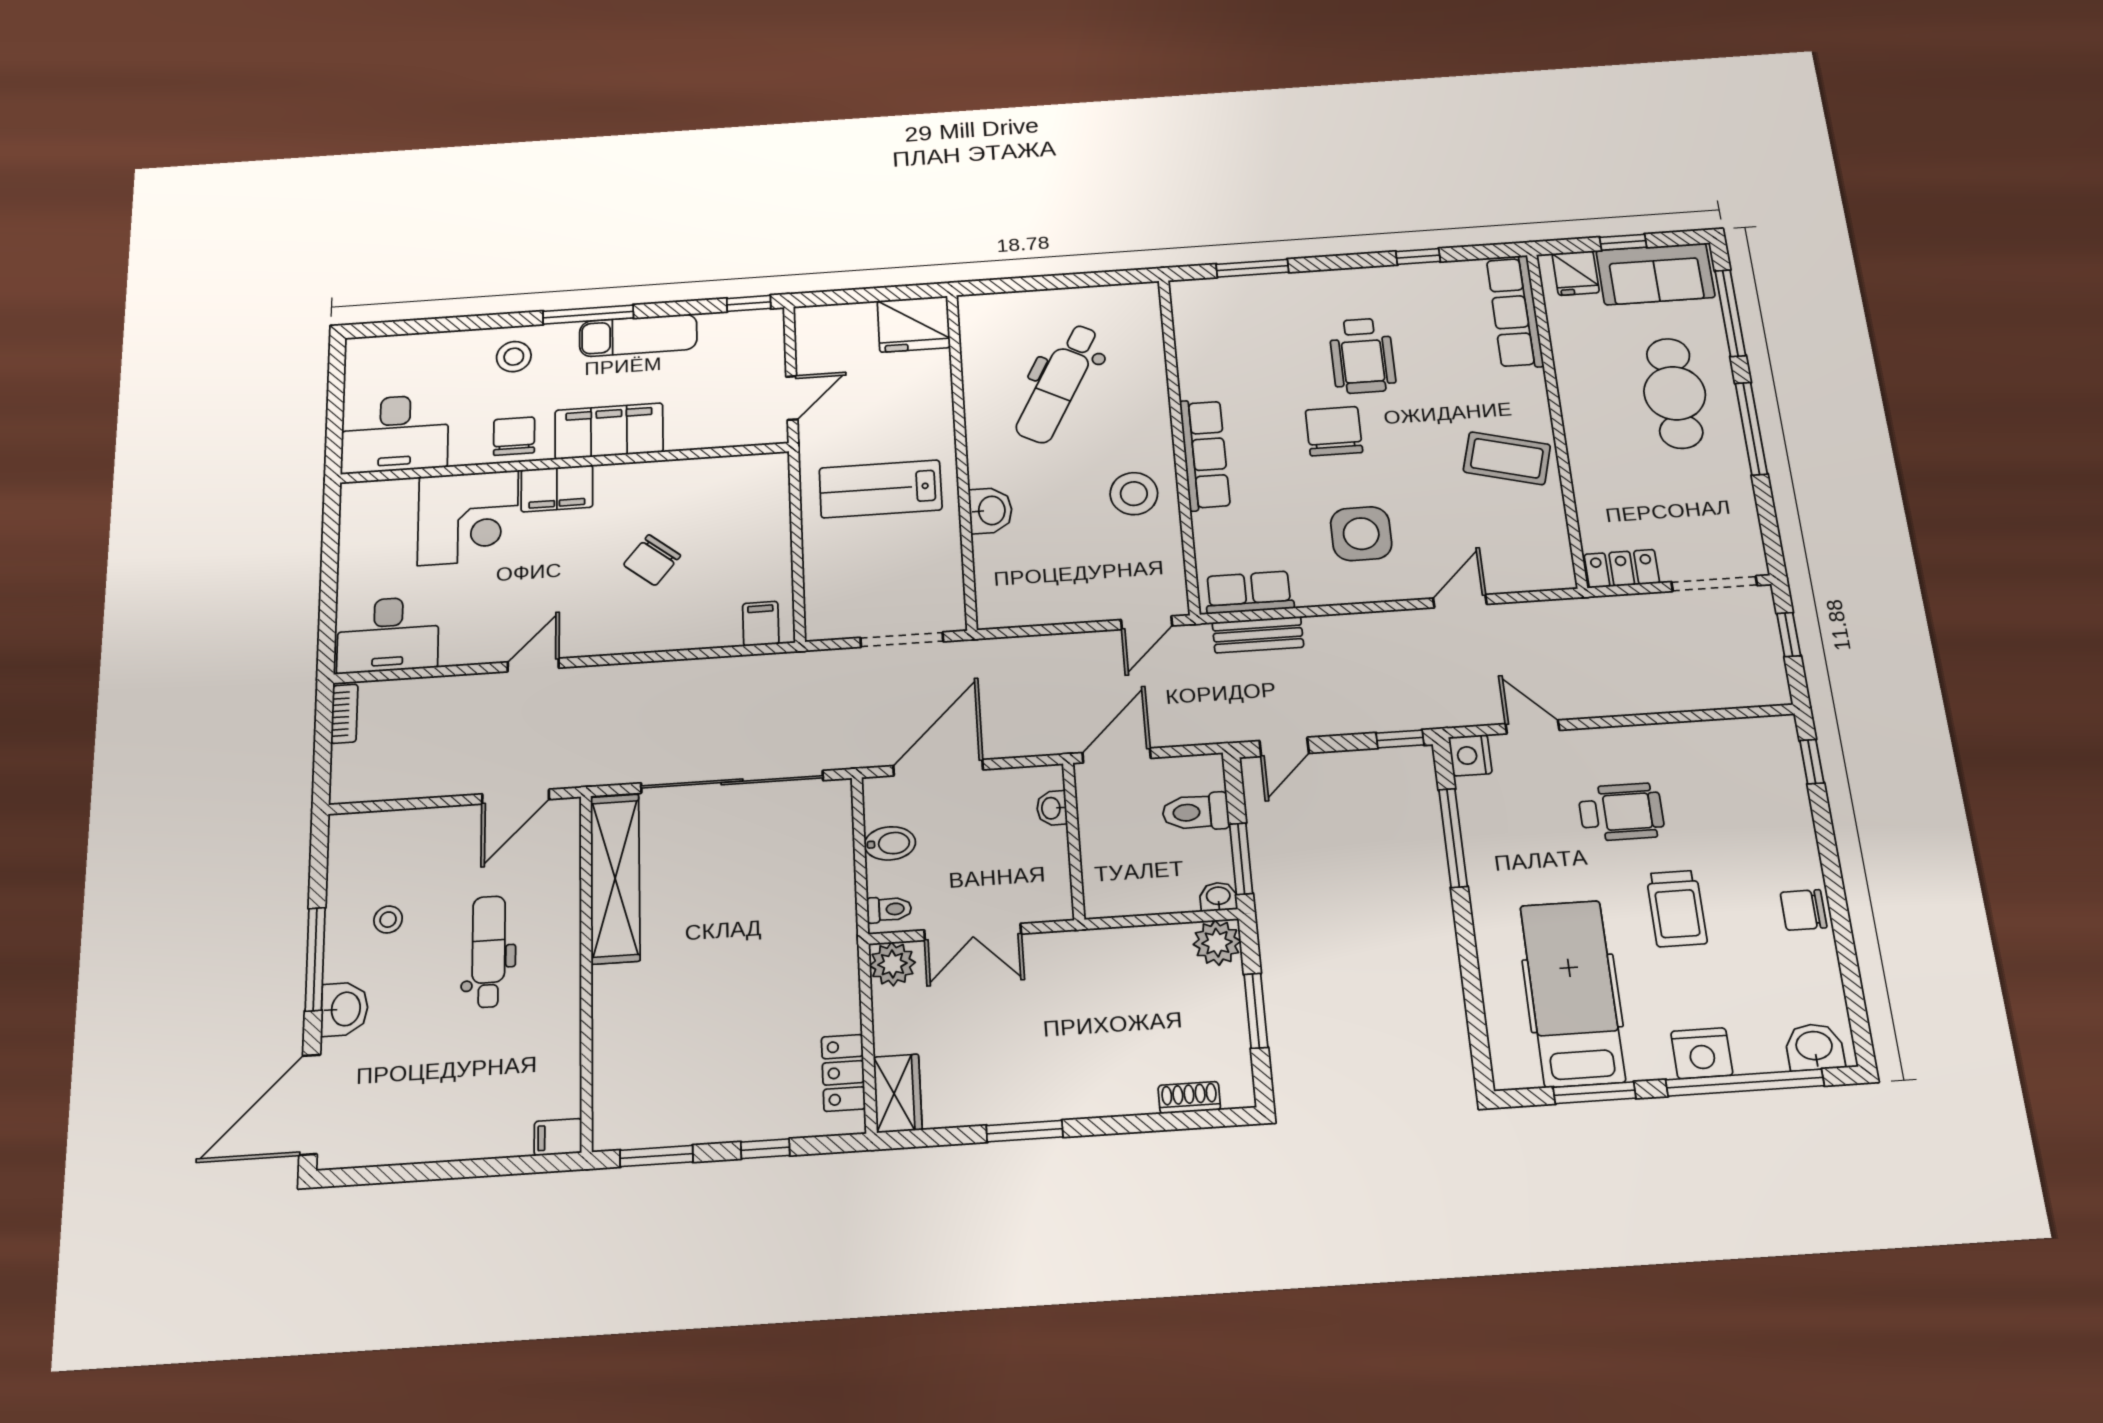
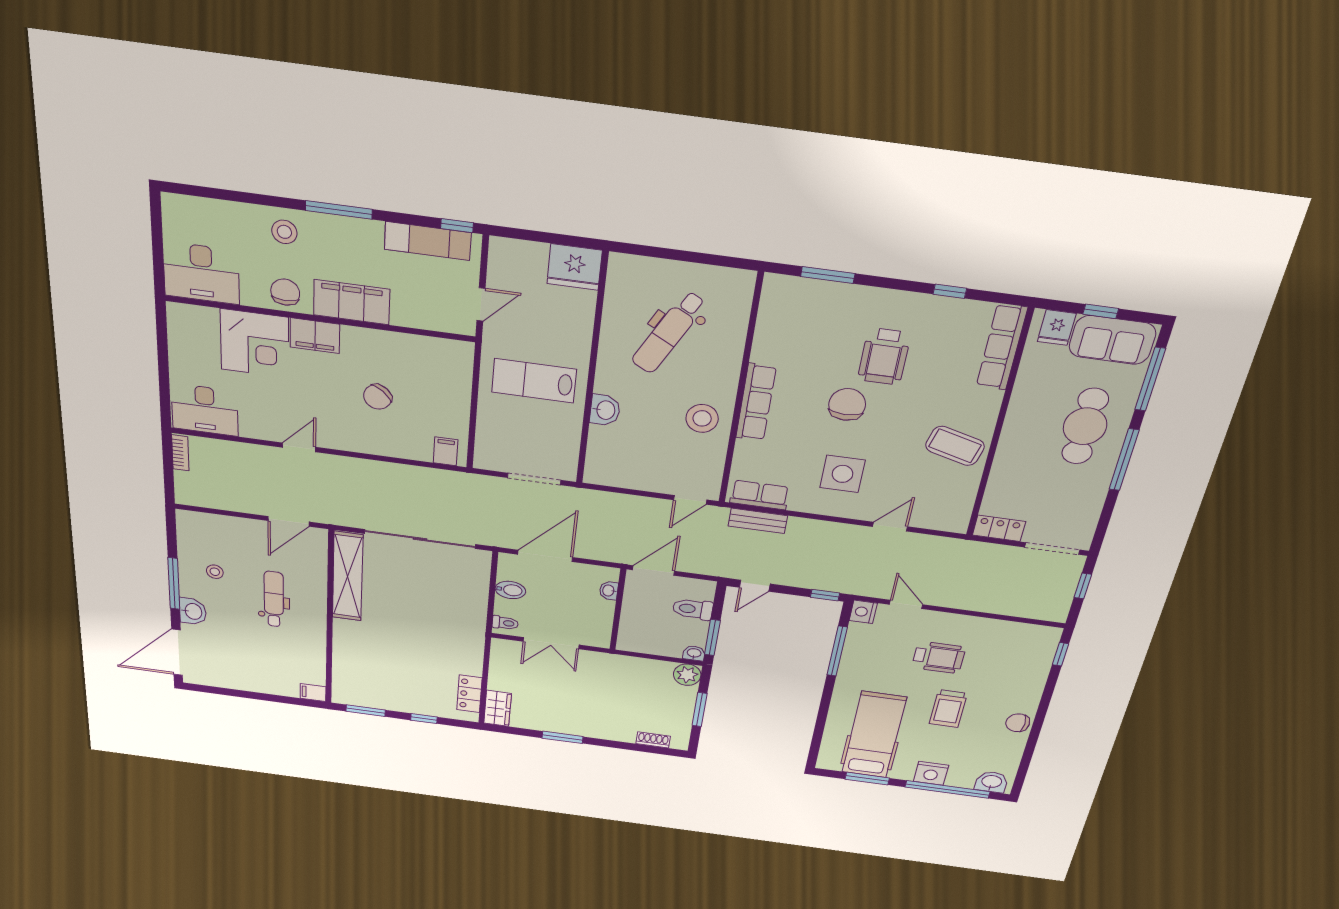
exam couch: (638, 335) -> (428, 241), moved
plant: (892, 964) -> (503, 650), removed

